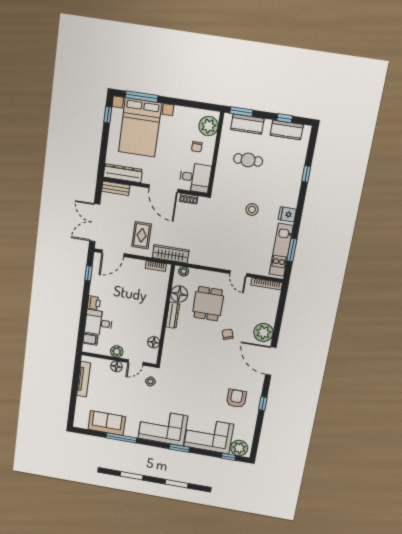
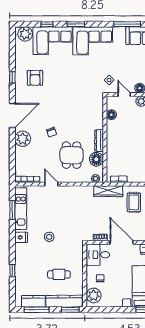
window: (285, 118) -> (36, 310), width x2.17
kitchen counter: (247, 124) -> (64, 301), width x1.50
door: (271, 361) -> (12, 116), hinge flipped
door: (136, 362) -> (124, 95), hinge flipped
window: (229, 457) -> (47, 24), moved

